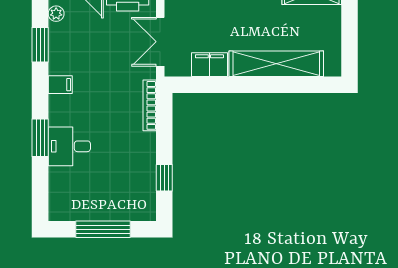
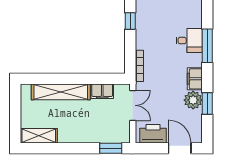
plant: (56, 14) -> (193, 100), moved, width x1.88, depth x1.88
filing cabinet: (60, 85) -> (195, 79), width x2.00
window: (40, 138) -> (207, 46), width x1.44

